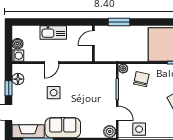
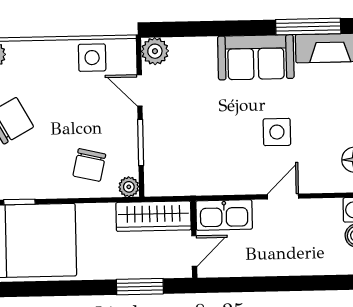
kitchen sink: (53, 32) -> (224, 215), moved, turned 180
wardrobe: (112, 55) -> (153, 216), added

